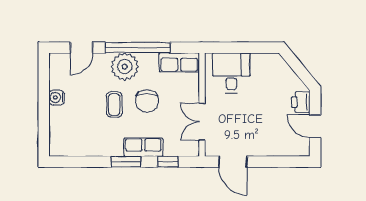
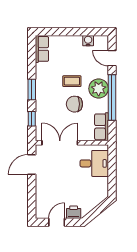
water cooler: (57, 98) -> (88, 41), moved
double door: (202, 122) -> (60, 143), width x1.37
row of seats: (143, 147) -> (42, 49), moved

